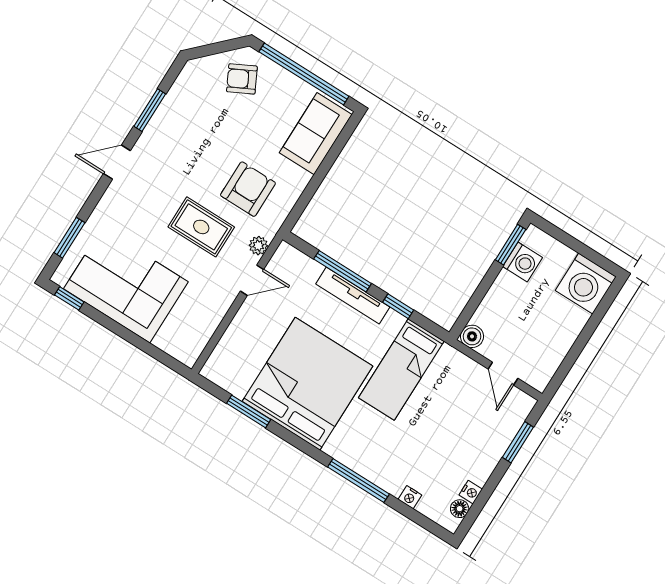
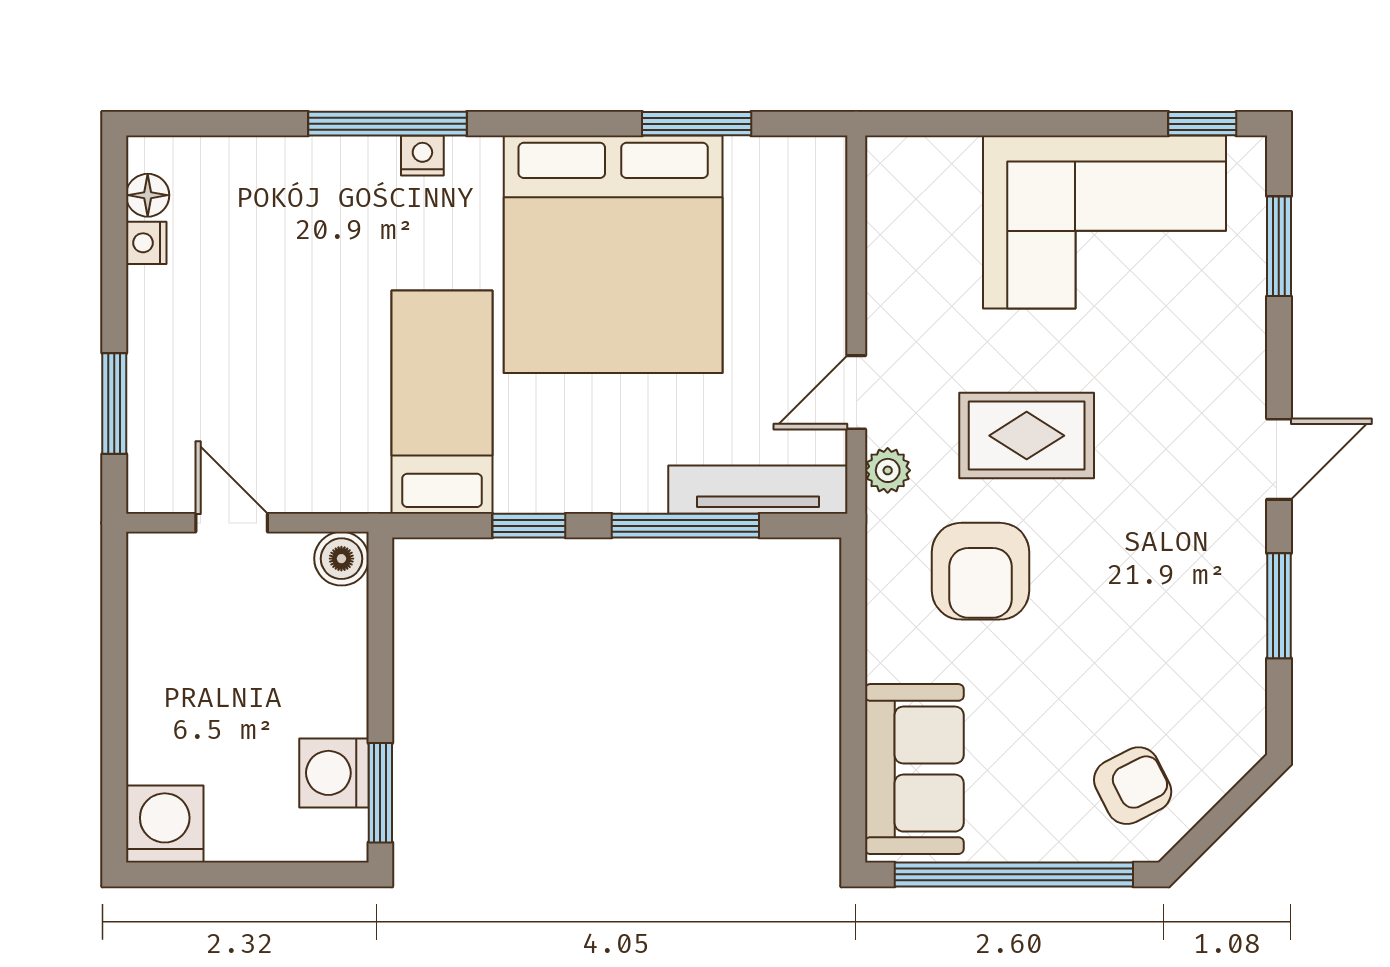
washing machine: (586, 284) -> (165, 824), width x0.73, depth x0.73
tv unit: (353, 296) -> (758, 490), moved
nightstand: (410, 497) -> (422, 156), moved

